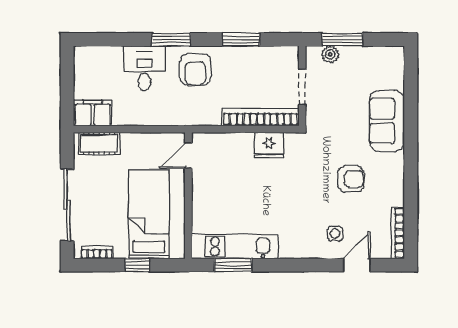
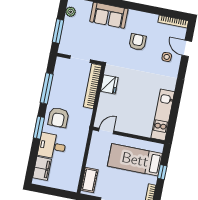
window: (241, 39) -> (47, 88), width x1.44
plant: (330, 54) -> (71, 12), moved
armchair: (195, 69) -> (58, 117), turned 90
filing cabinet: (93, 113) -> (42, 168), moved, turned 180
door: (188, 156) -> (106, 131), swing flipped
window: (233, 265) -> (173, 118), removed

